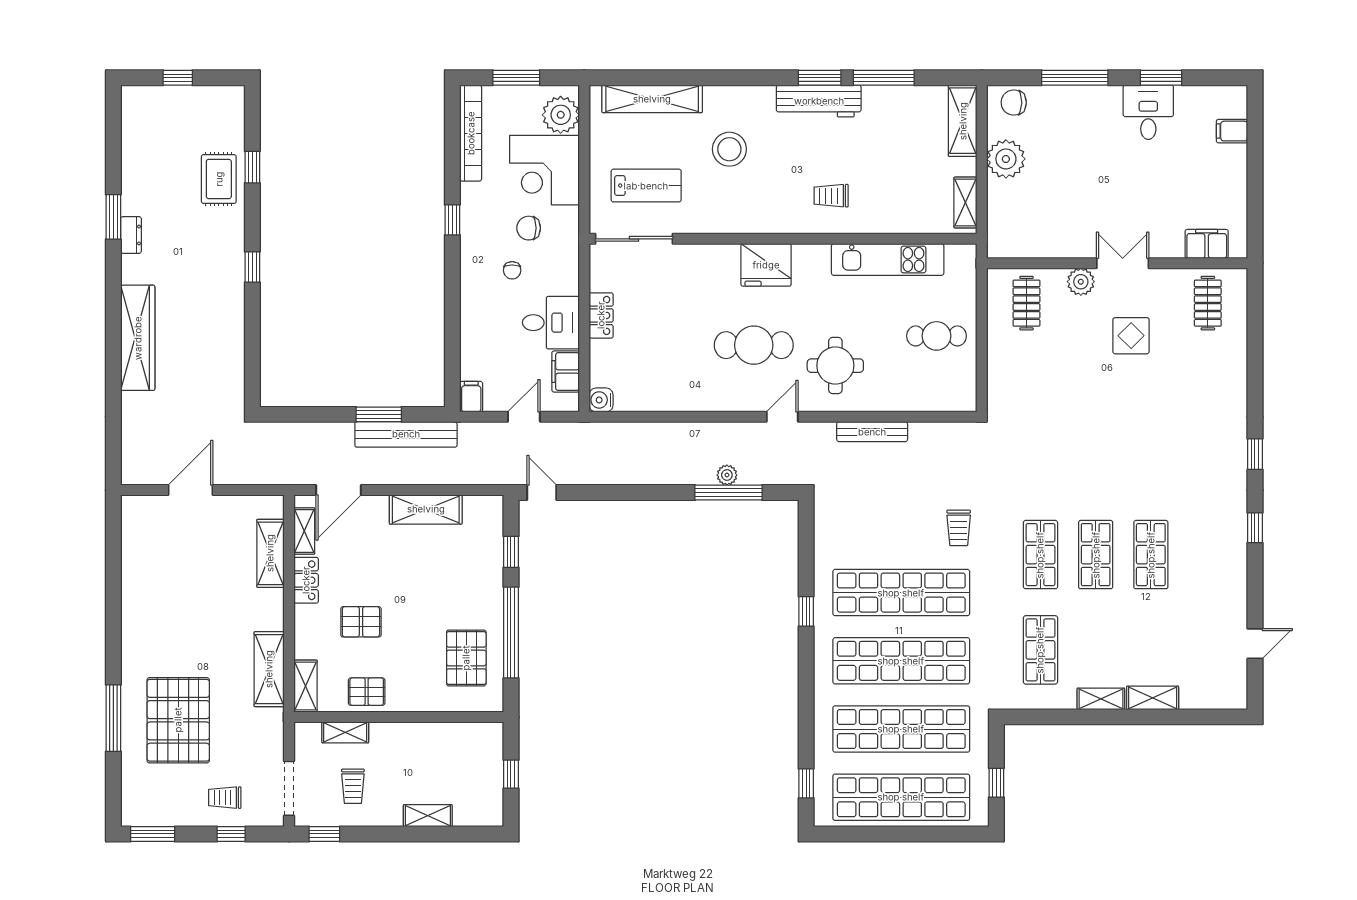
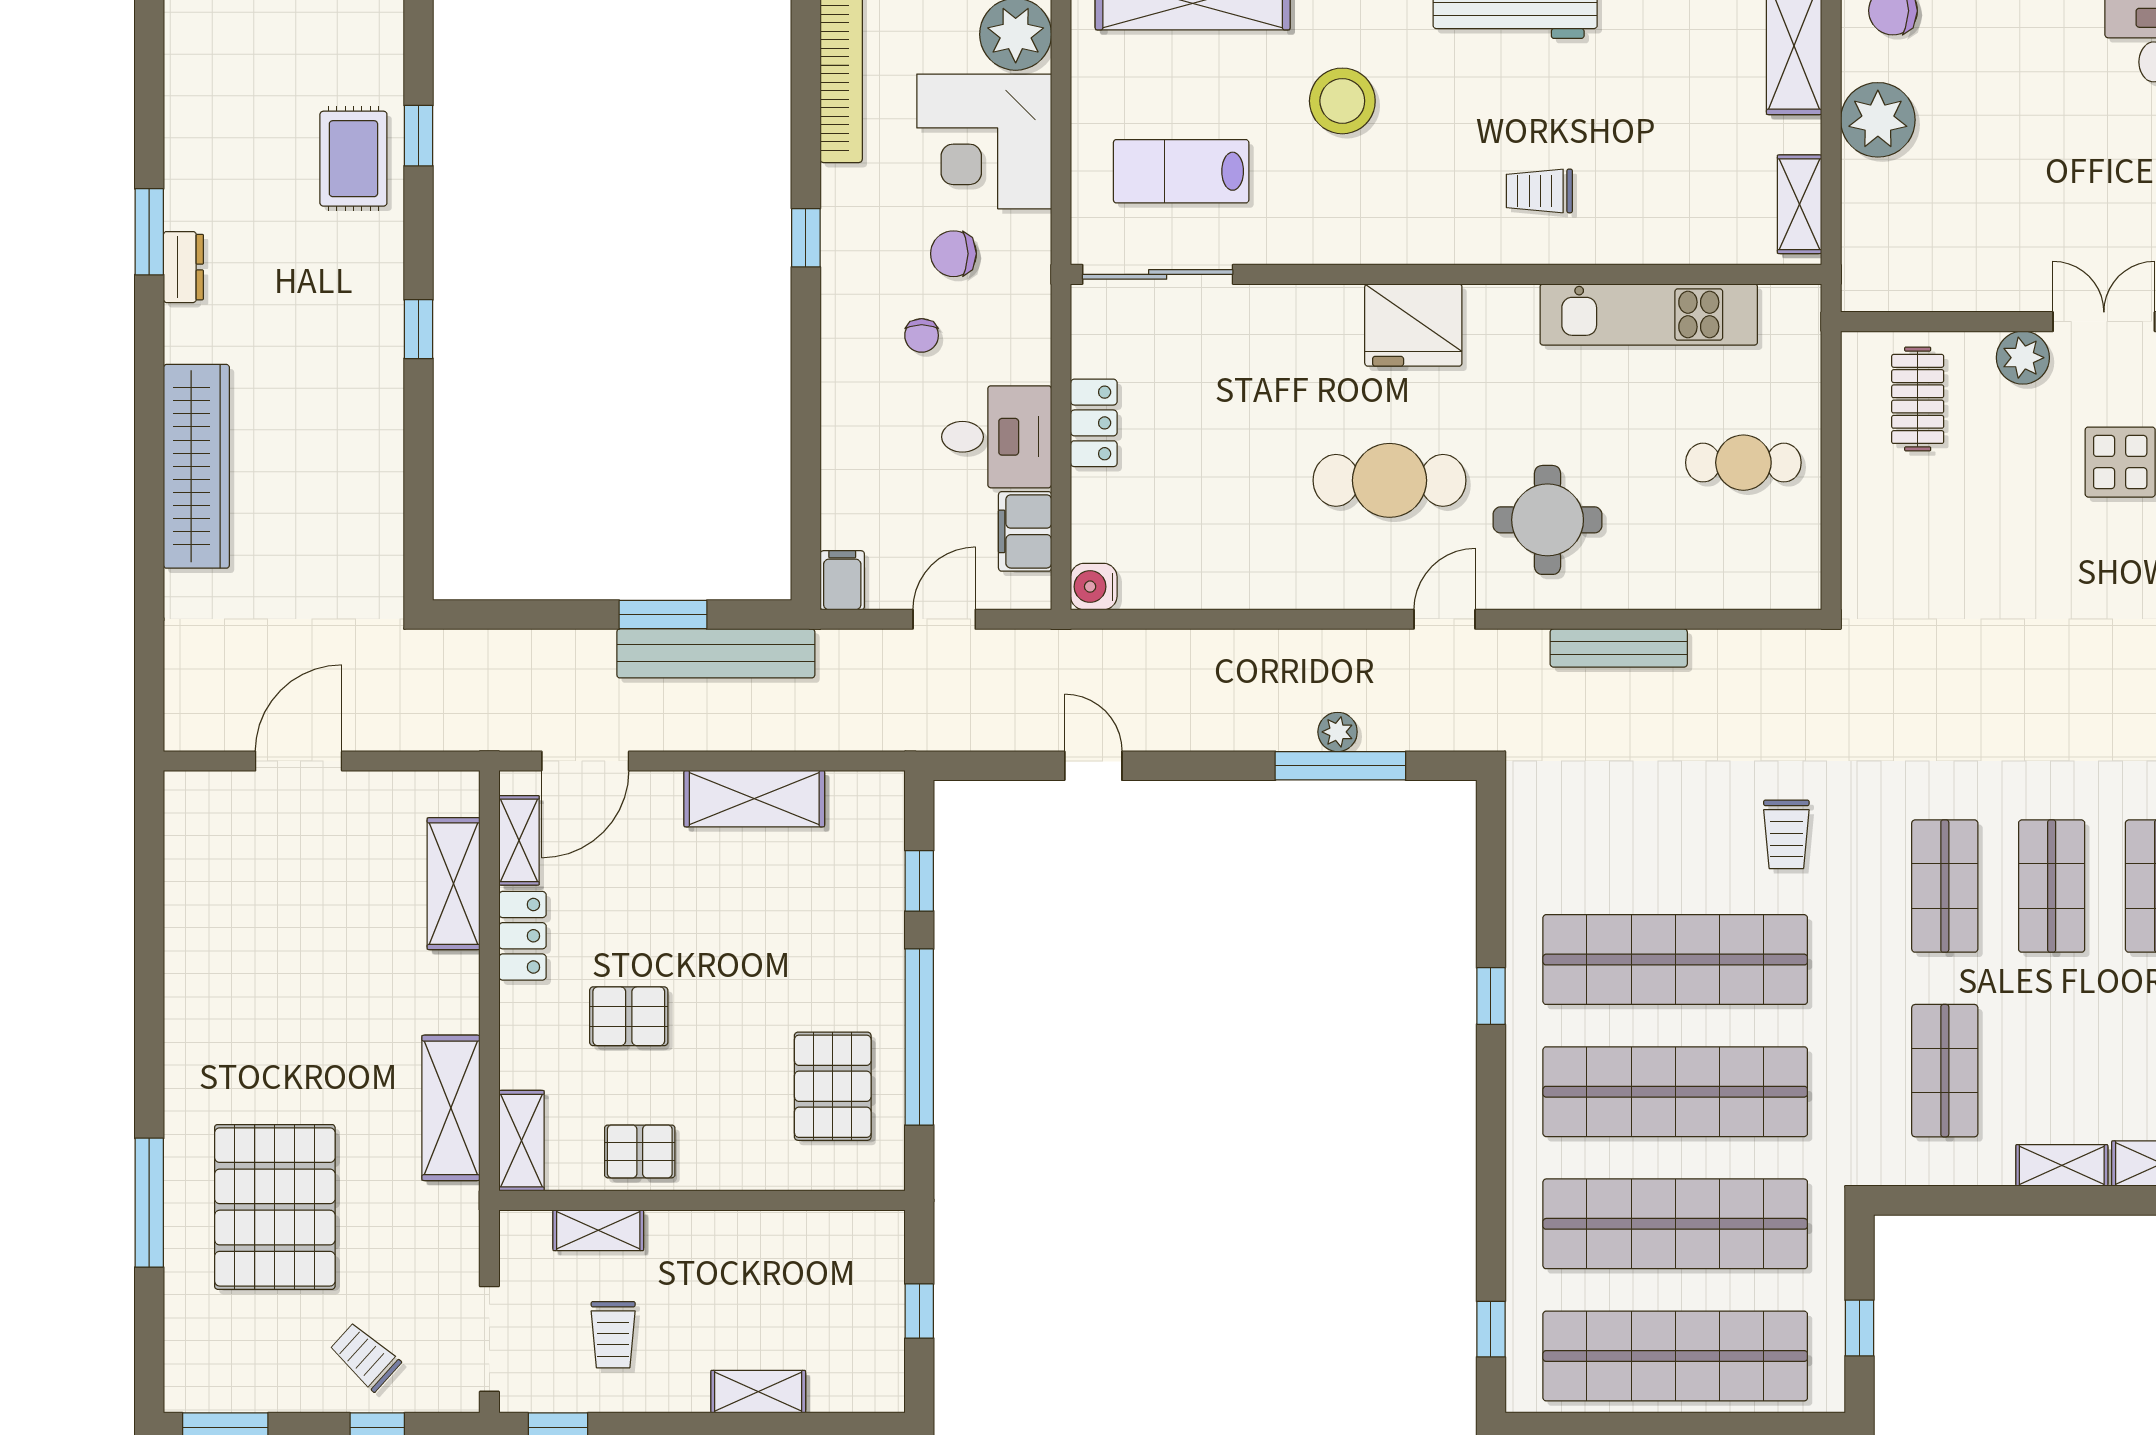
lab bench: (646, 186) -> (1181, 171), turned 180
door: (542, 492) -> (1093, 766), moved
trolley: (225, 798) -> (365, 1357), turned 42

